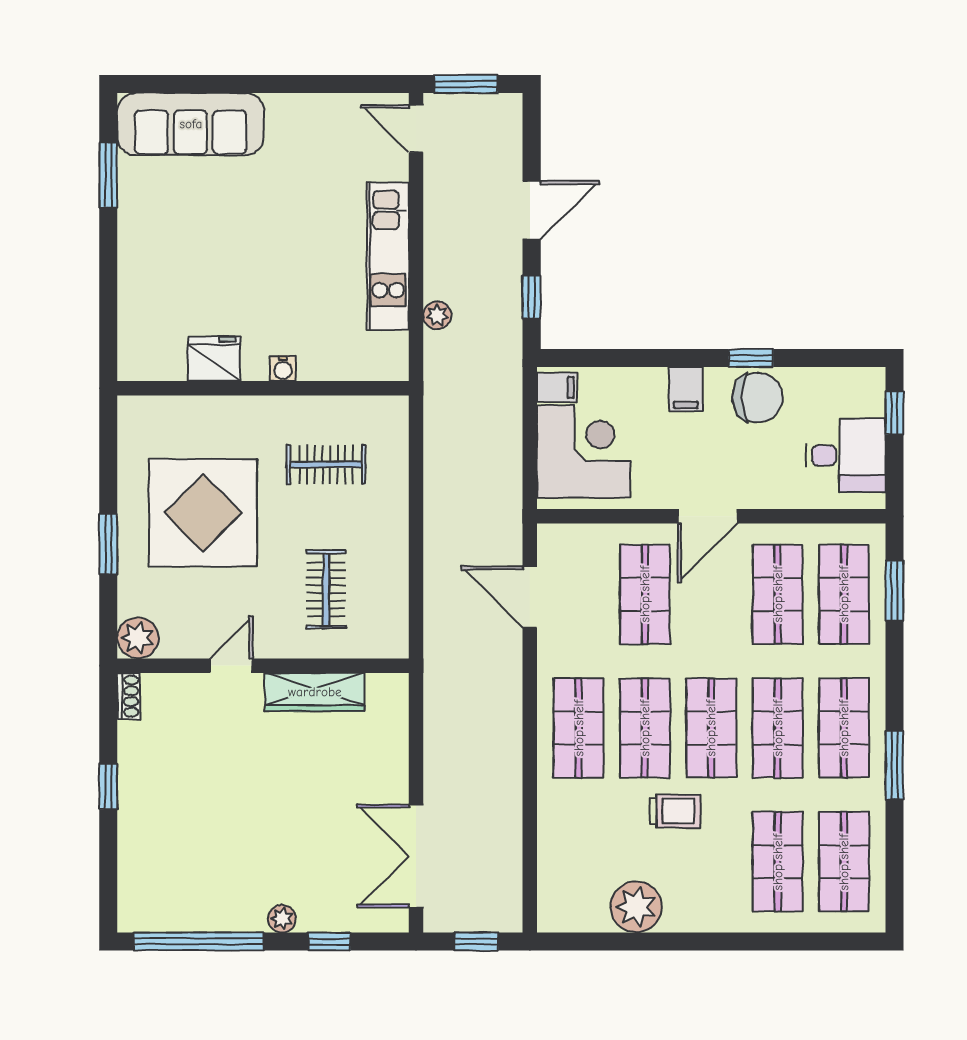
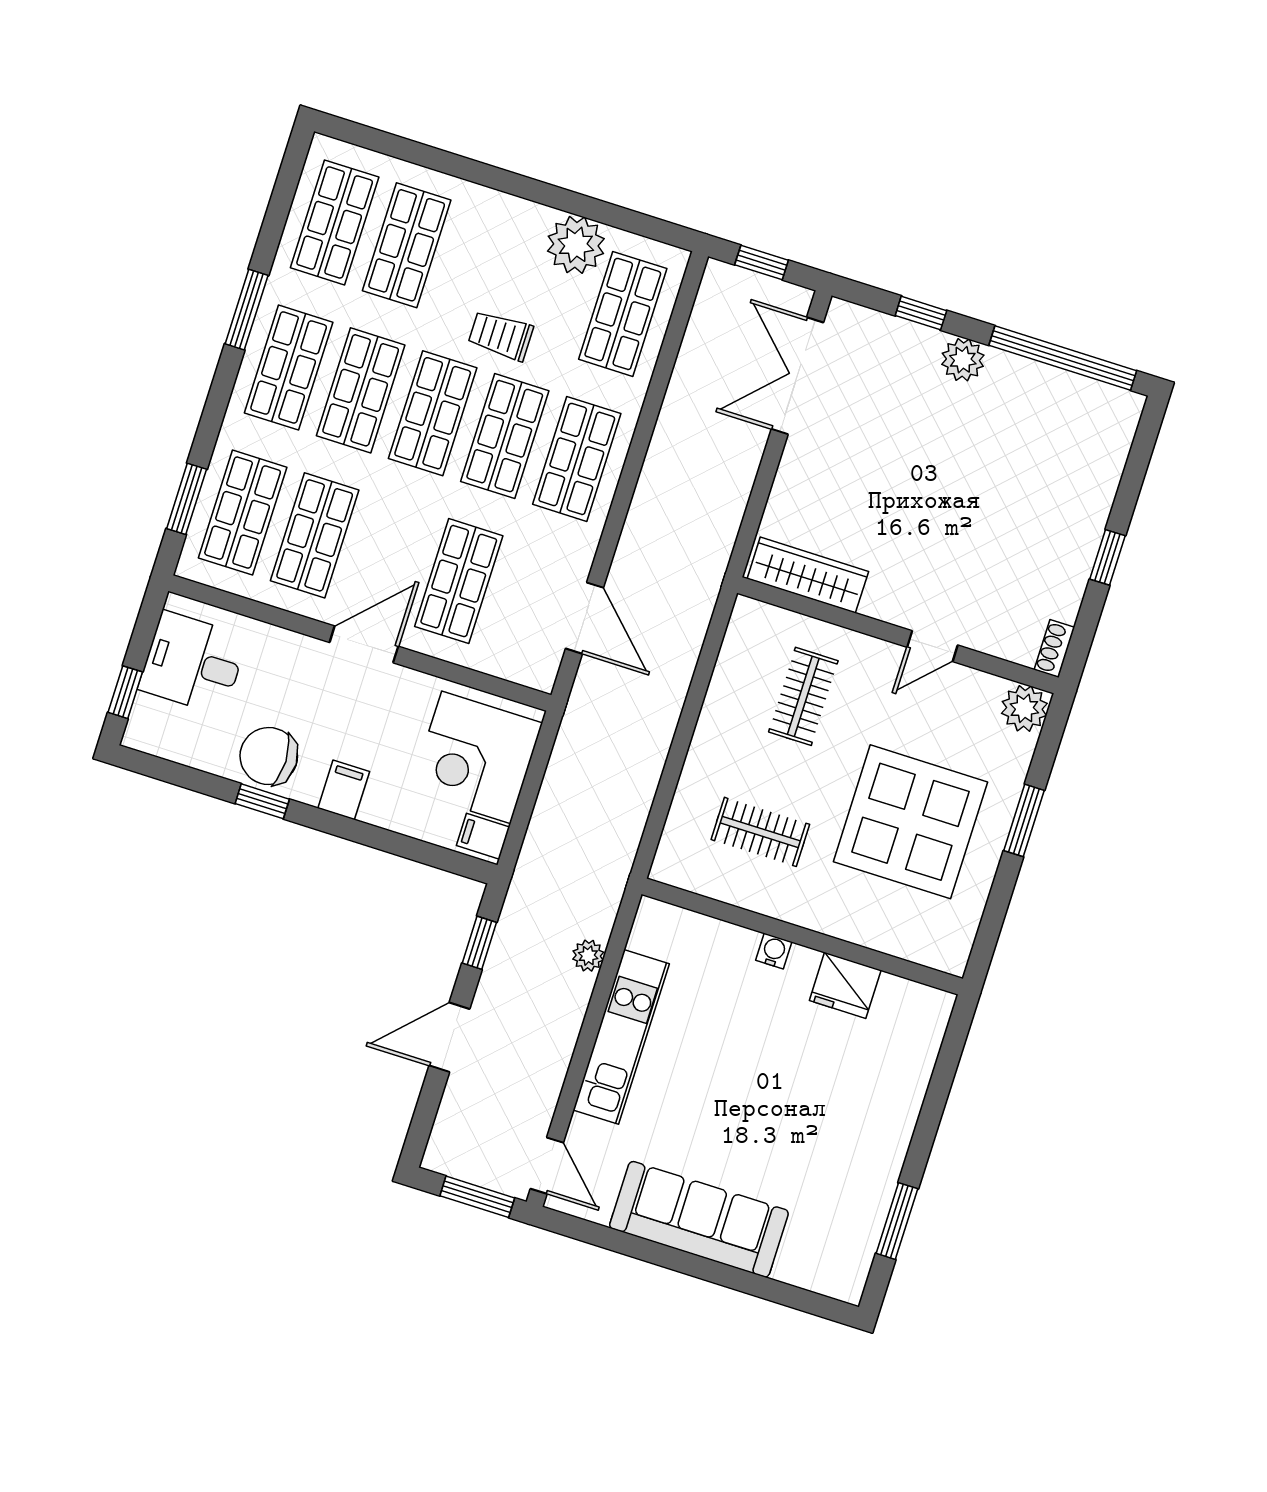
sofa: (191, 124) -> (699, 1219), moved
wardrobe: (315, 692) -> (808, 575), moved
double door: (416, 856) -> (797, 376), swing flipped
shop shelf: (579, 862) -> (623, 314), added
plant: (282, 919) -> (963, 360), width x1.38, depth x1.38

